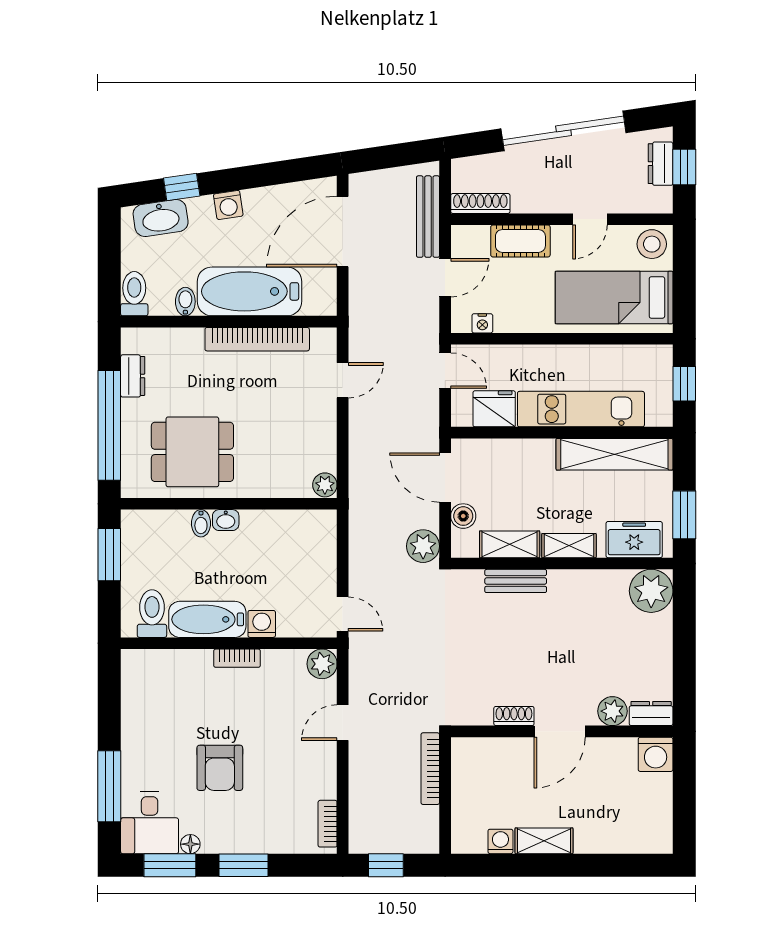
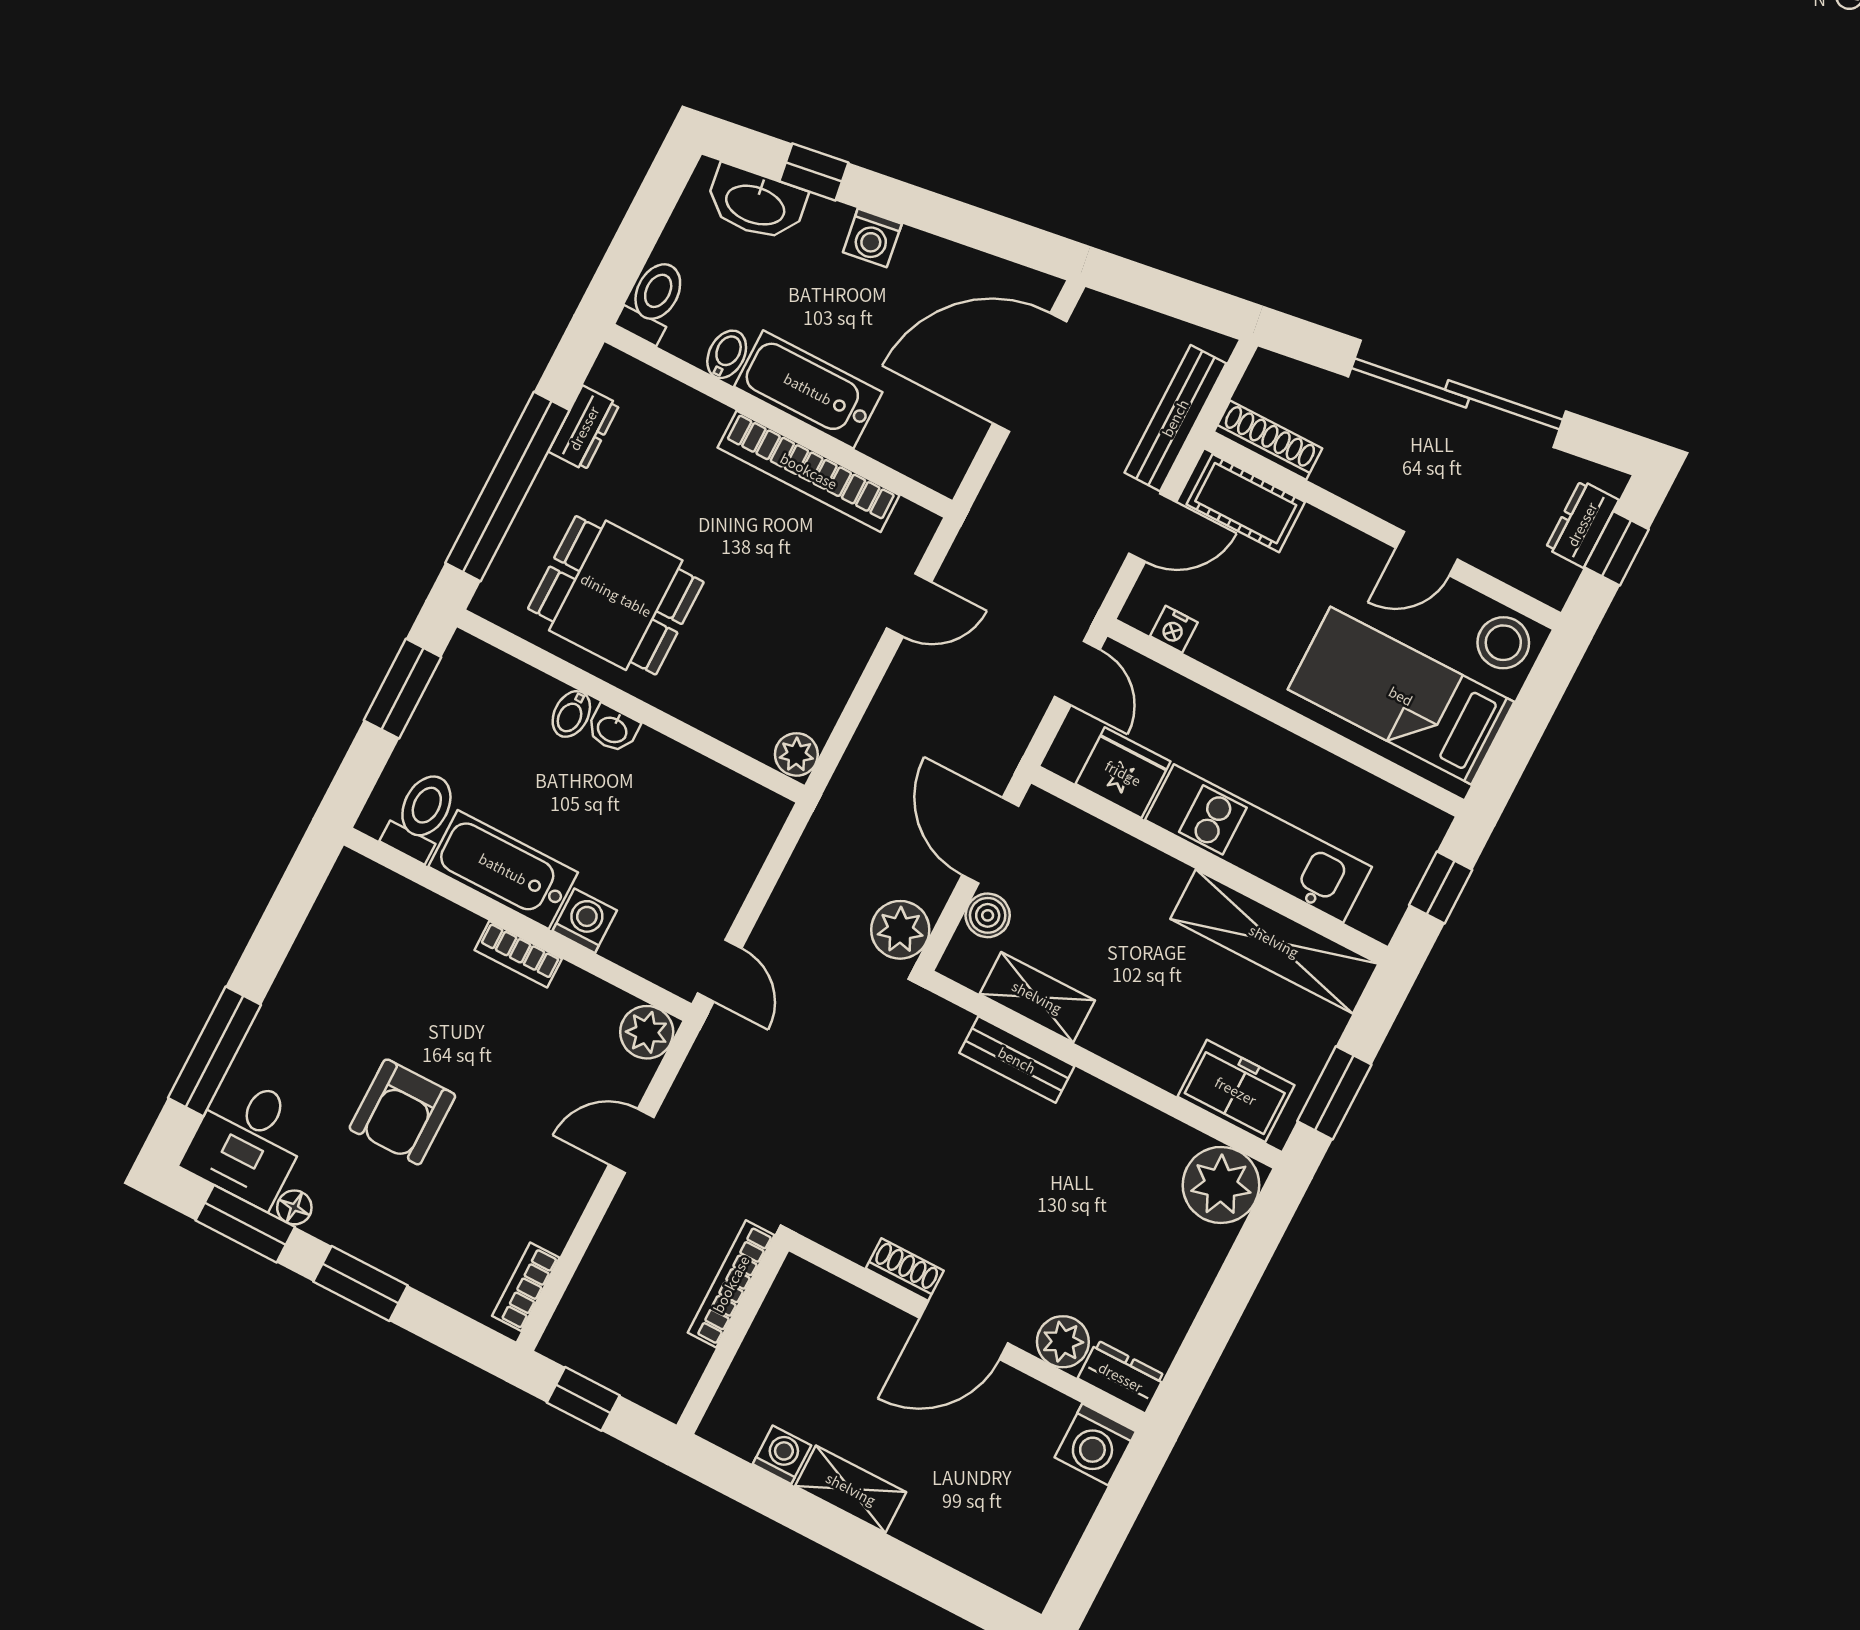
cot: (520, 241) -> (1246, 503), moved
bathtub: (250, 291) -> (808, 389), width x0.73, depth x0.73
shelving: (569, 546) -> (1129, 1047), removed

